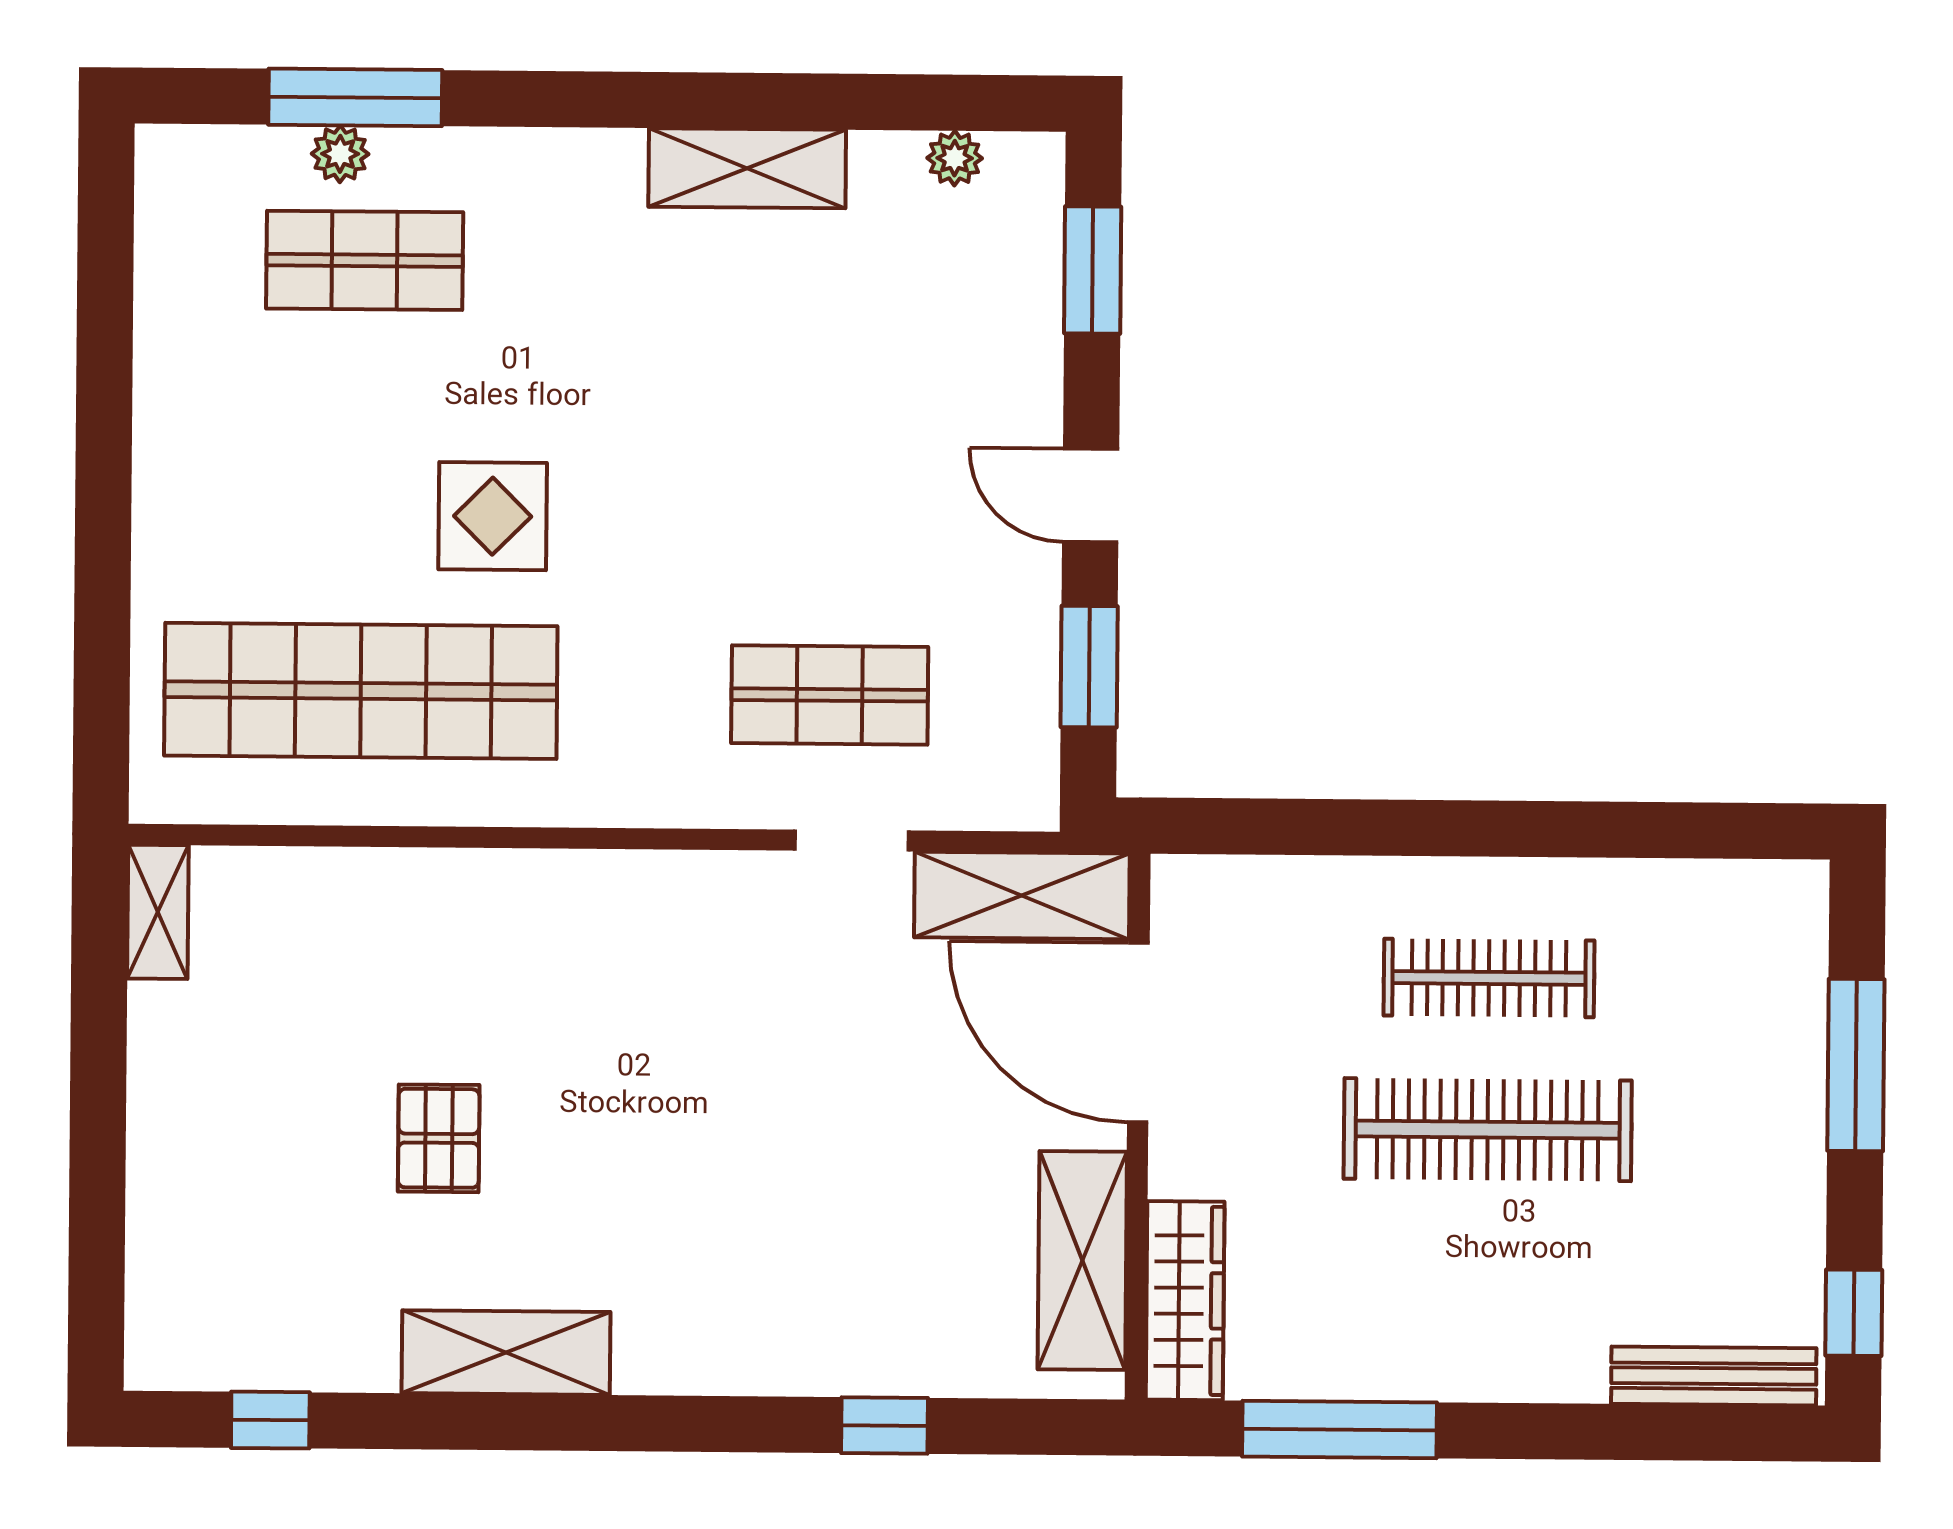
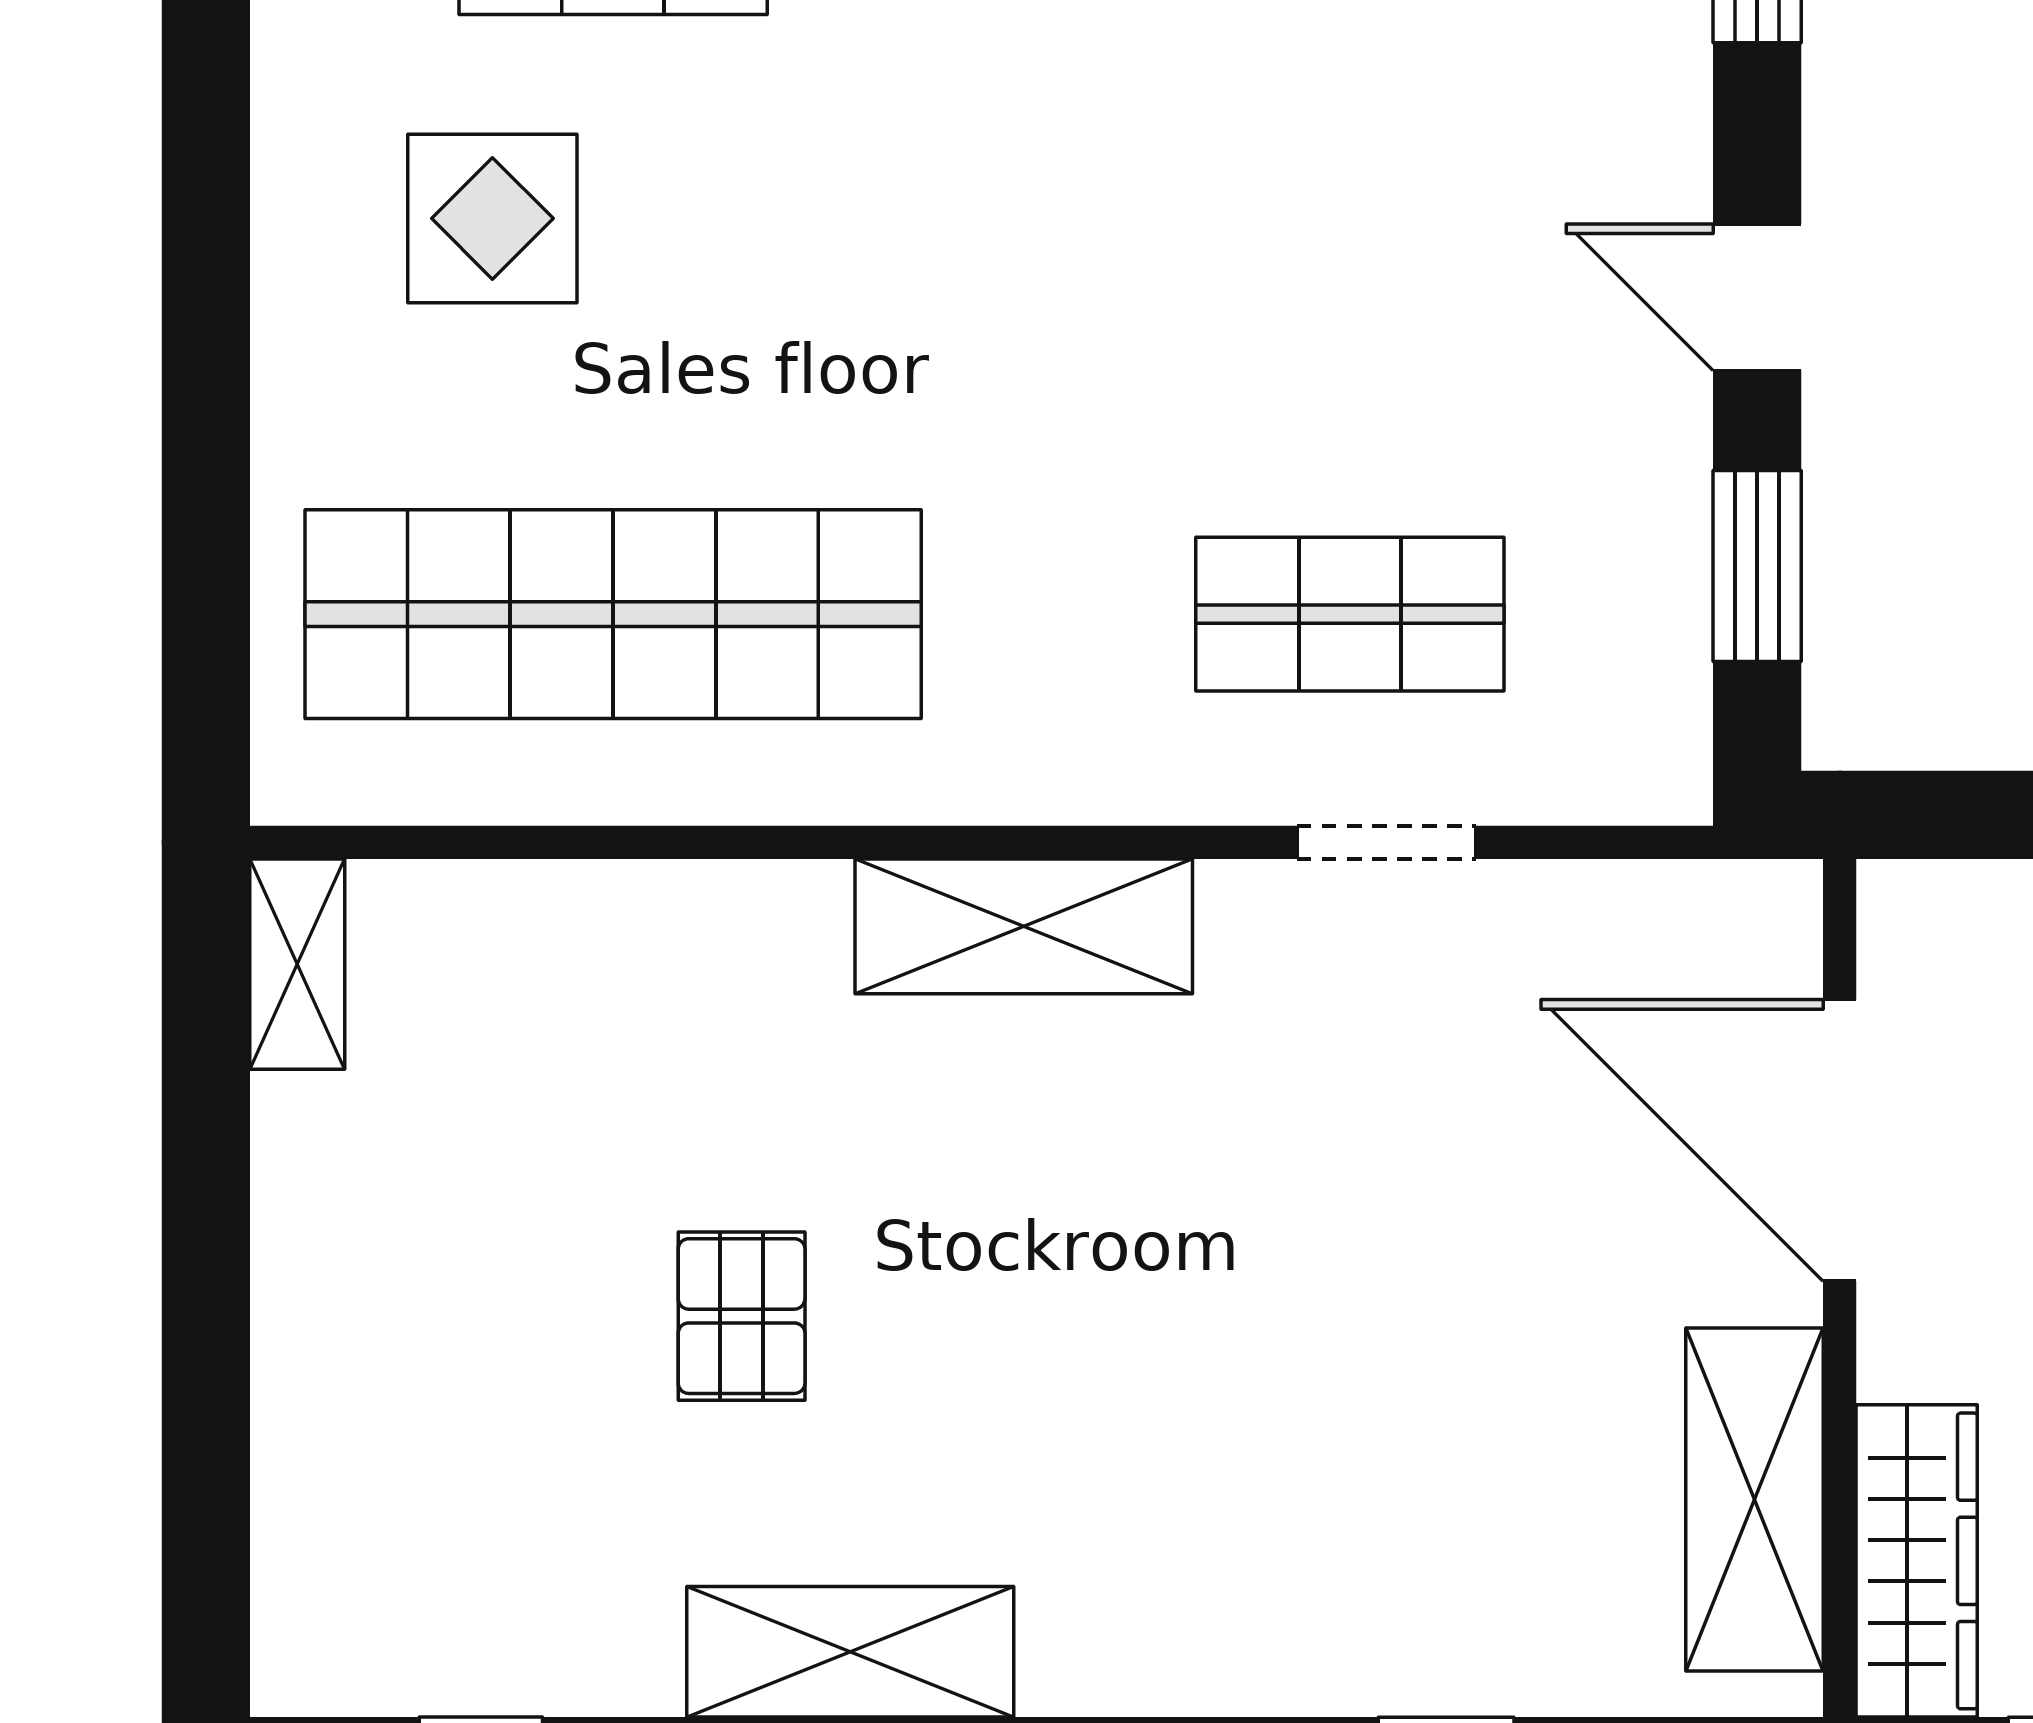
display table: (493, 516) -> (492, 218), moved
shelving: (1022, 895) -> (1024, 926), moved

